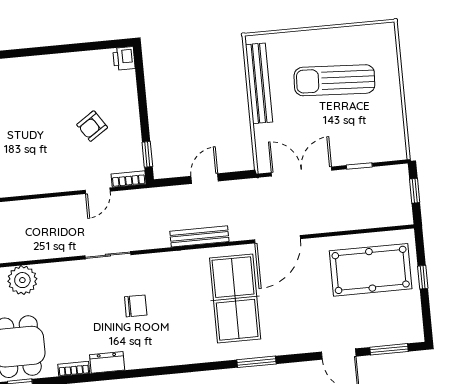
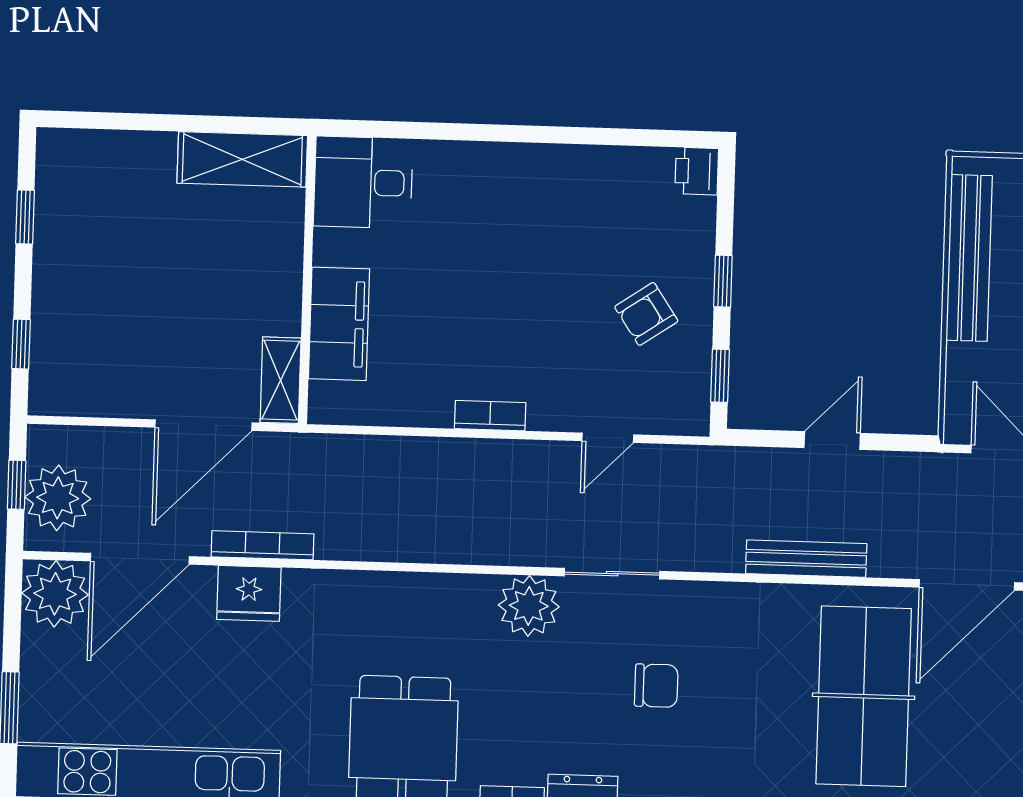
window: (143, 109) -> (723, 281), added
armchair: (92, 126) -> (646, 314), moved
bookcase: (129, 179) -> (490, 416), moved
plant: (22, 280) -> (529, 606), moved

